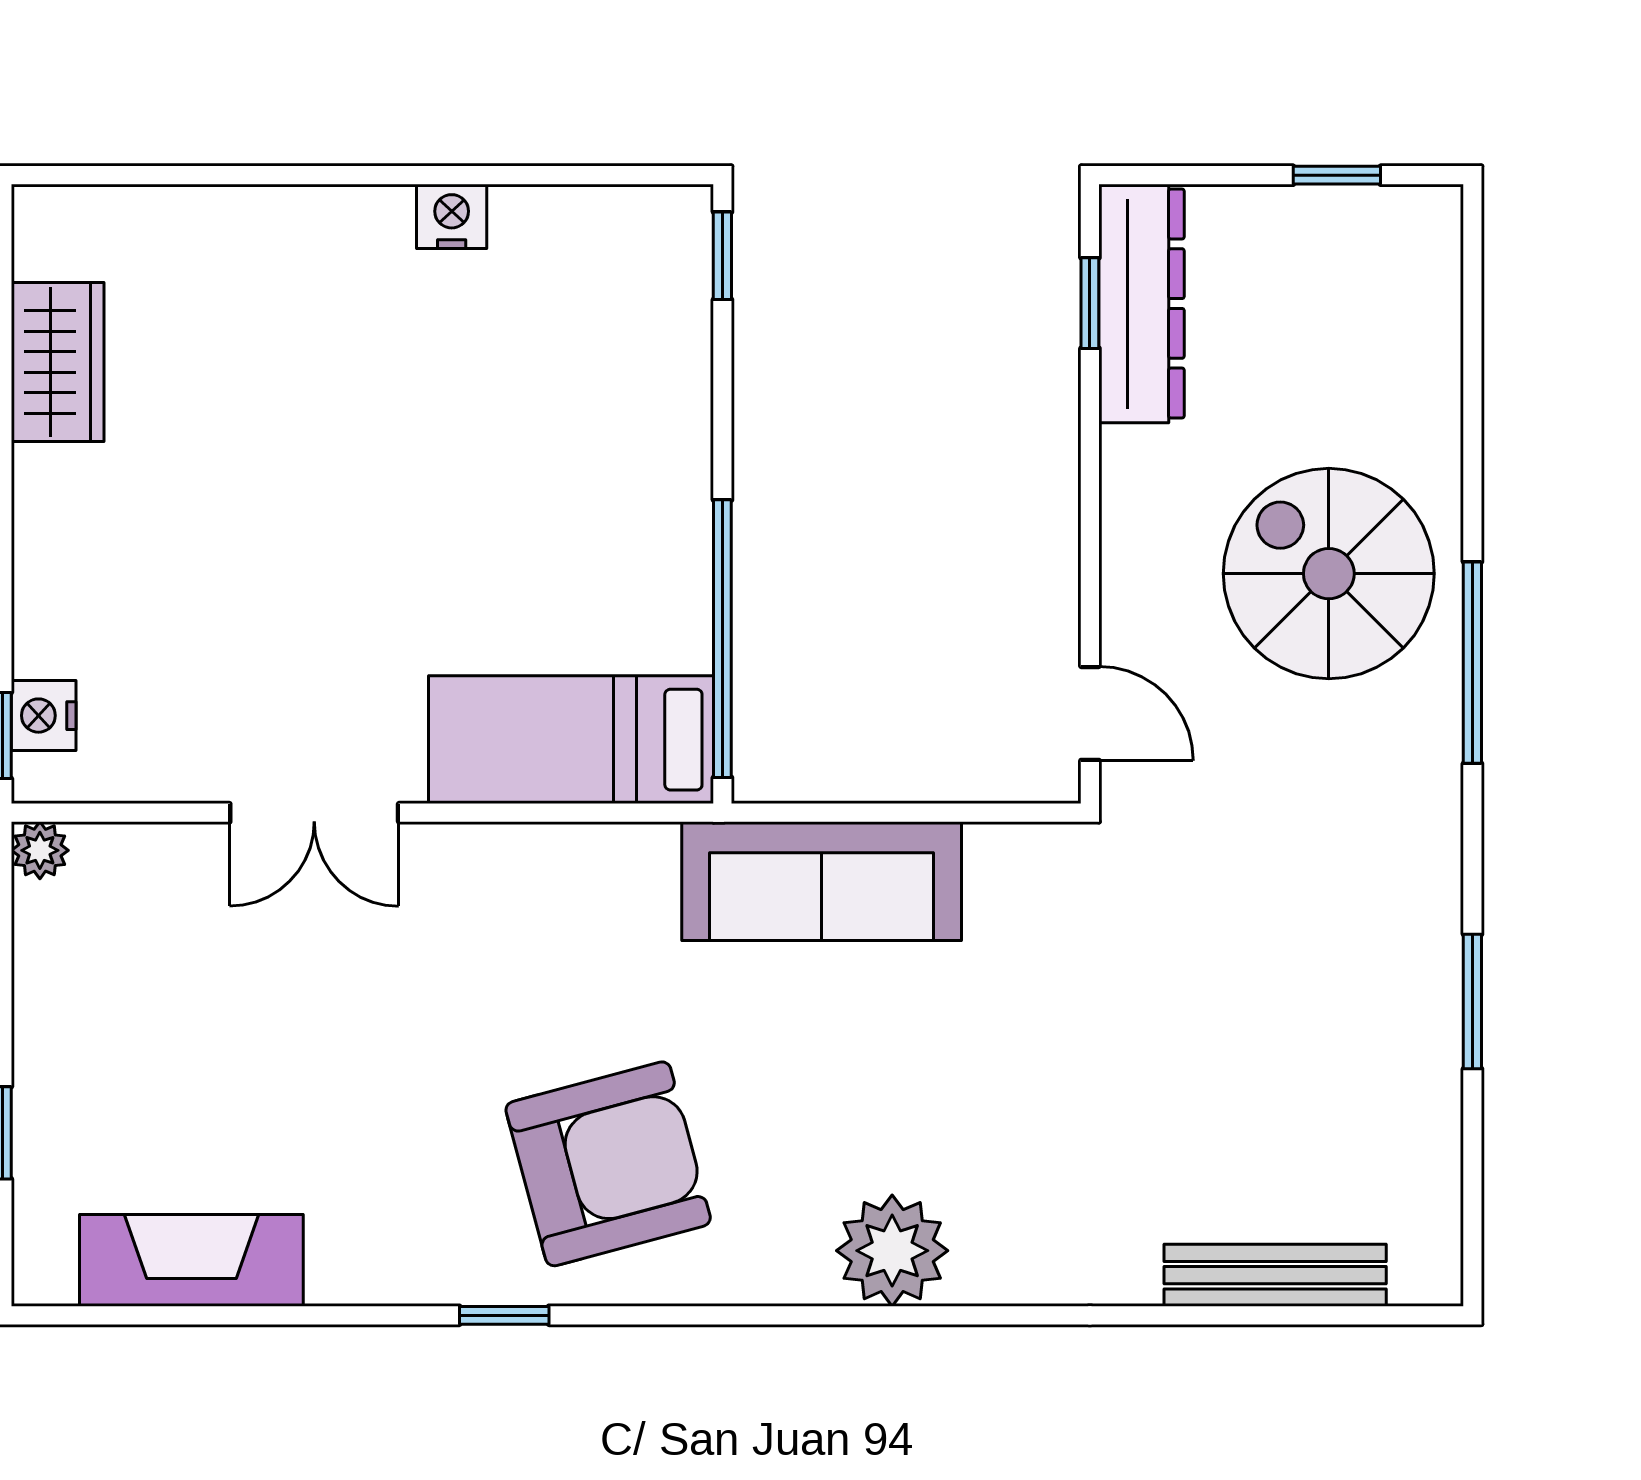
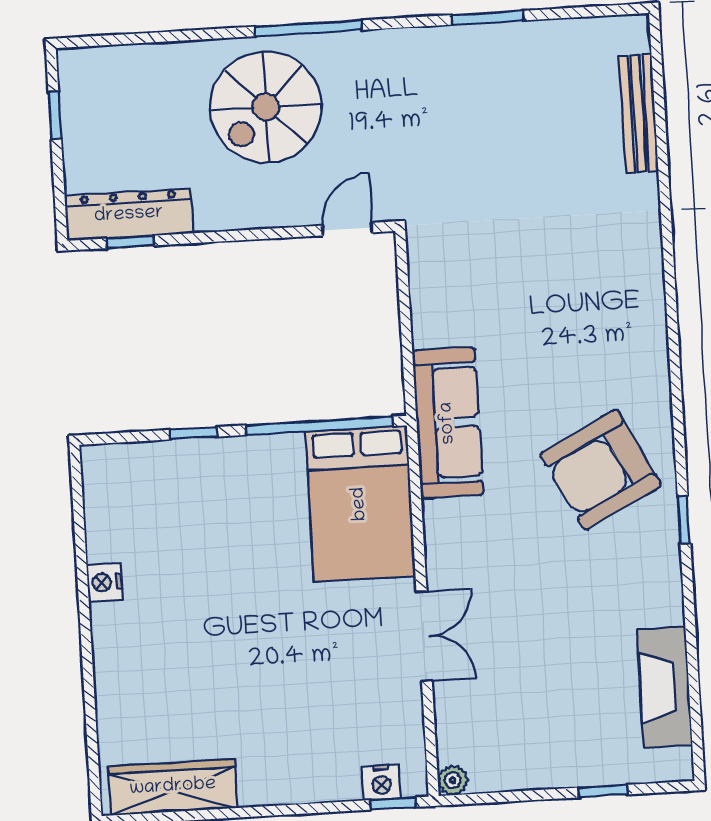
window: (722, 256) -> (193, 433), moved
wardrobe: (58, 362) -> (173, 787), width x1.50
bed: (571, 740) -> (360, 504), width x1.50
sofa: (822, 881) -> (448, 423), moved
armchair: (608, 1164) -> (601, 470), turned -102
plant: (892, 1251) -> (638, 317), removed

